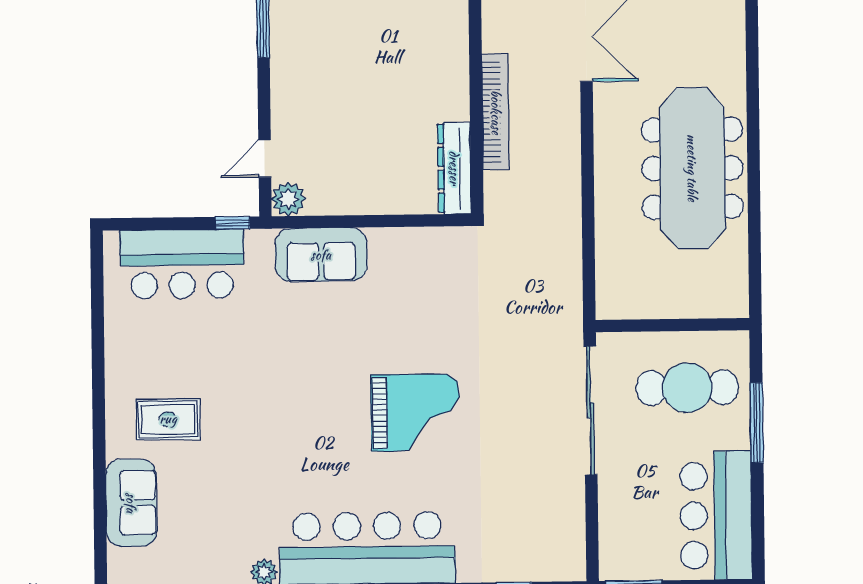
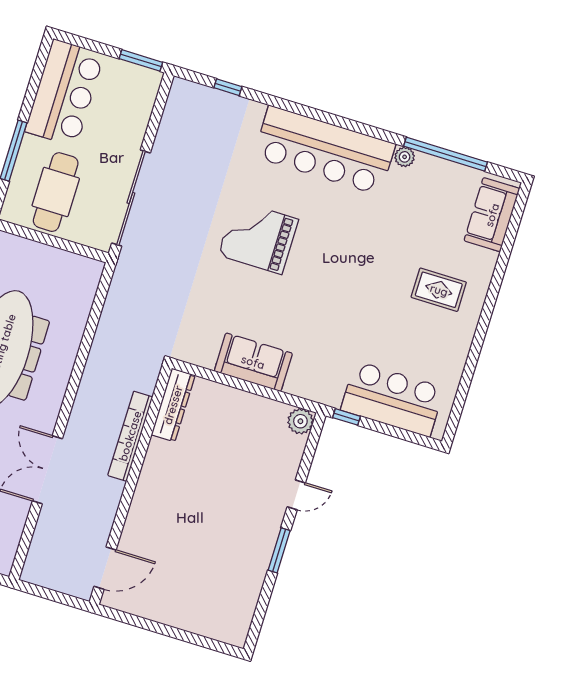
door: (265, 159) -> (296, 495), moved
sofa: (321, 255) -> (253, 362), moved
cafe table: (687, 388) -> (56, 192), turned 90
sofa: (131, 503) -> (492, 215), moved

